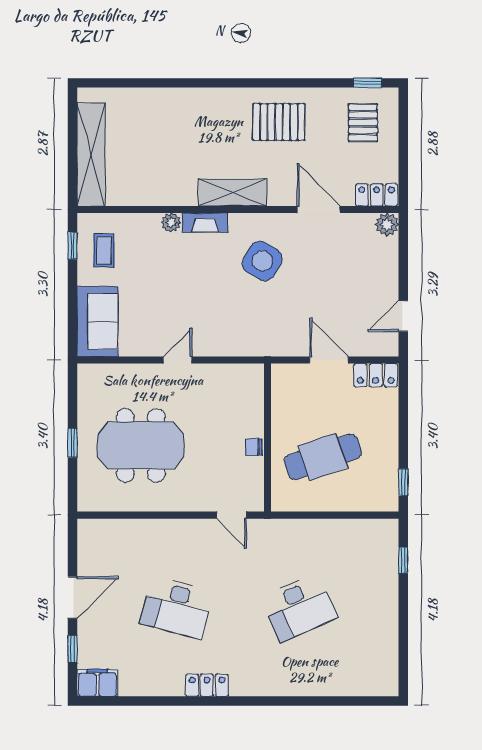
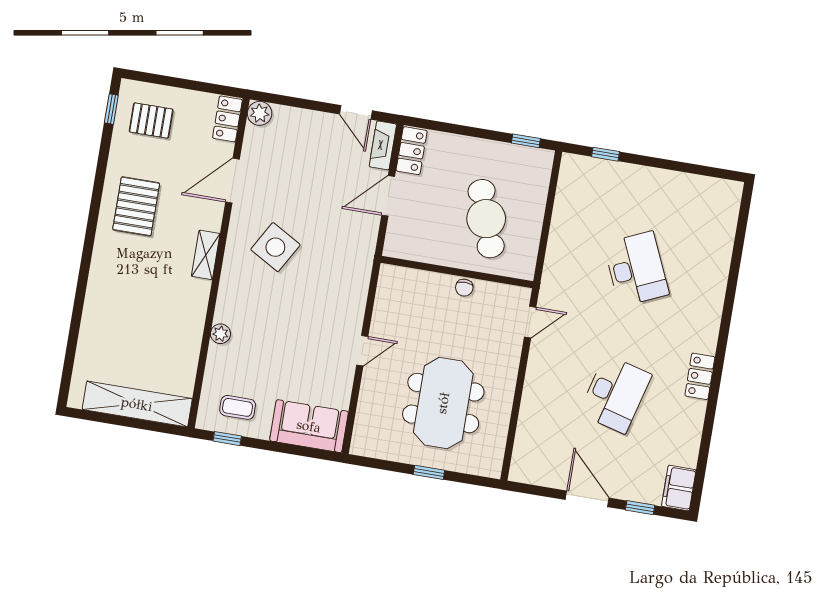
shelving: (233, 192) -> (206, 255), width x0.67, depth x0.75
fireplace: (205, 223) -> (383, 145), moved, turned 180
door: (178, 360) -> (362, 351), swing flipped

